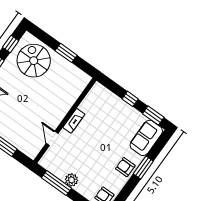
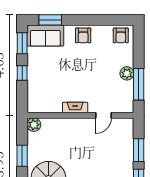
plant: (84, 79) -> (34, 125), added
window: (143, 167) -> (50, 20), moved

